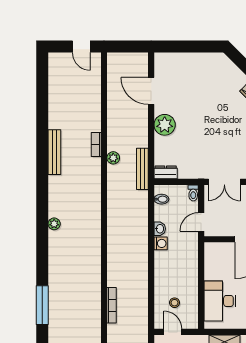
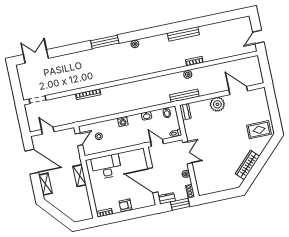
rug: (213, 73) -> (259, 130), added
door: (151, 91) -> (238, 90), hinge flipped
double door: (224, 182) -> (187, 153), swing flipped
washing machine: (161, 243) -> (123, 121), moved
window: (42, 305) -> (105, 42), moved

